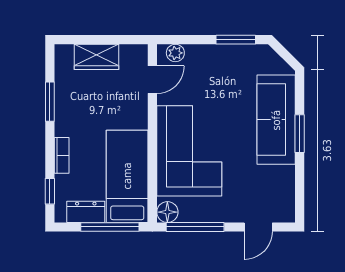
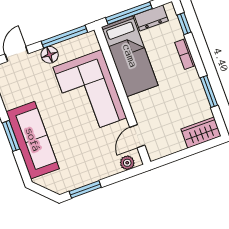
wardrobe: (96, 57) -> (201, 133), moved
floor lamp: (167, 212) -> (50, 55), moved

